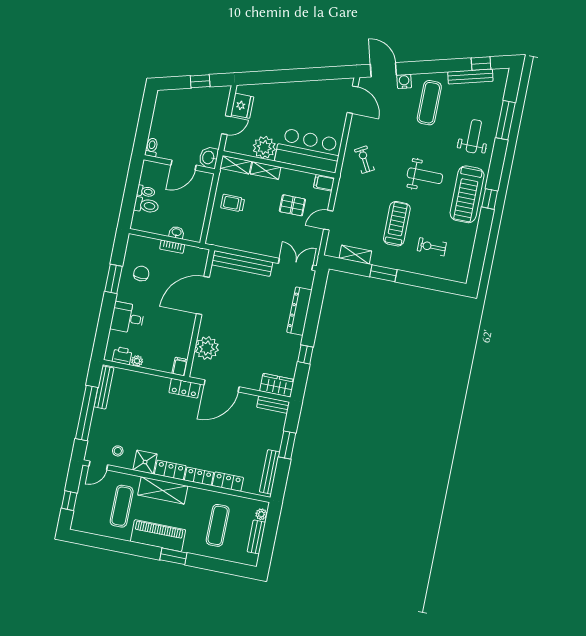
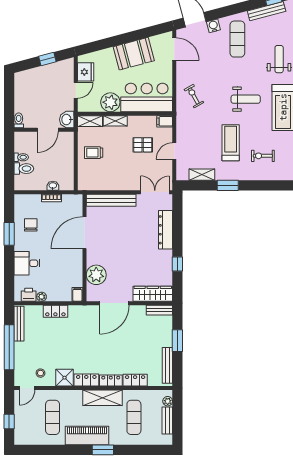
booth: (303, 96) -> (134, 54), added
wardrobe: (277, 385) -> (153, 294), width x1.50
locker: (185, 388) -> (55, 311), moved
shelving: (163, 490) -> (103, 398), moved

